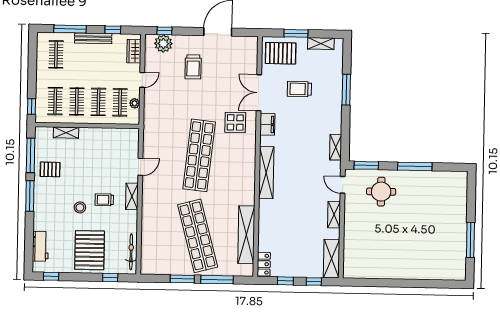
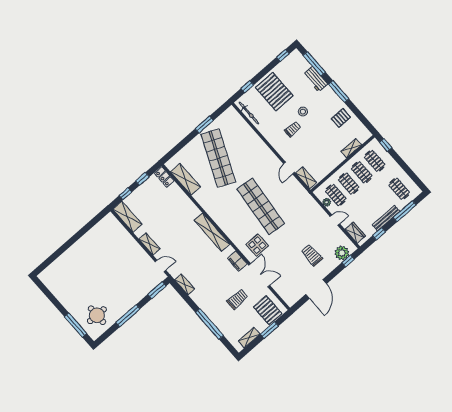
pallet: (281, 53) -> (268, 310), turned 90
door: (142, 80) -> (335, 220), swing flipped
window: (346, 90) -> (209, 324), width x1.46
window: (31, 155) -> (314, 64), moved
round table: (381, 192) -> (97, 315), moved
shelving: (132, 196) -> (306, 178), moved
shelving: (246, 235) -> (185, 179), width x0.68
shop shelf: (198, 236) -> (218, 158), turned 39
window: (470, 240) -> (76, 325), moved
workbench: (40, 246) -> (316, 79), moved
window: (217, 280) -> (183, 143), removed

